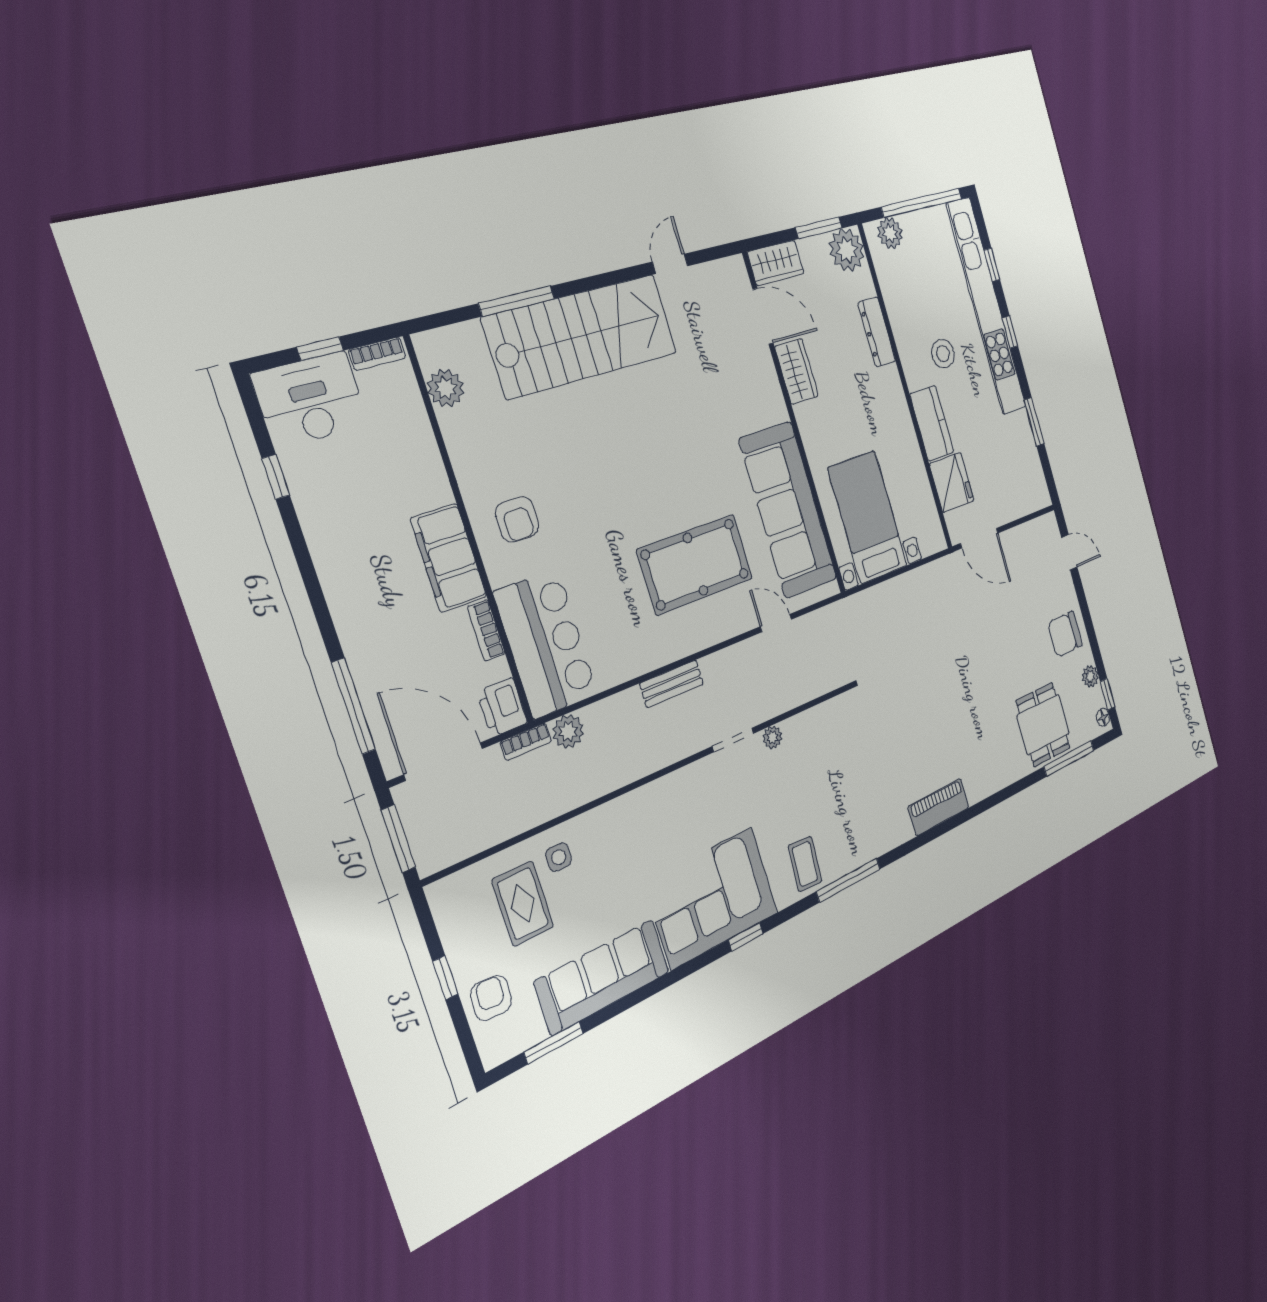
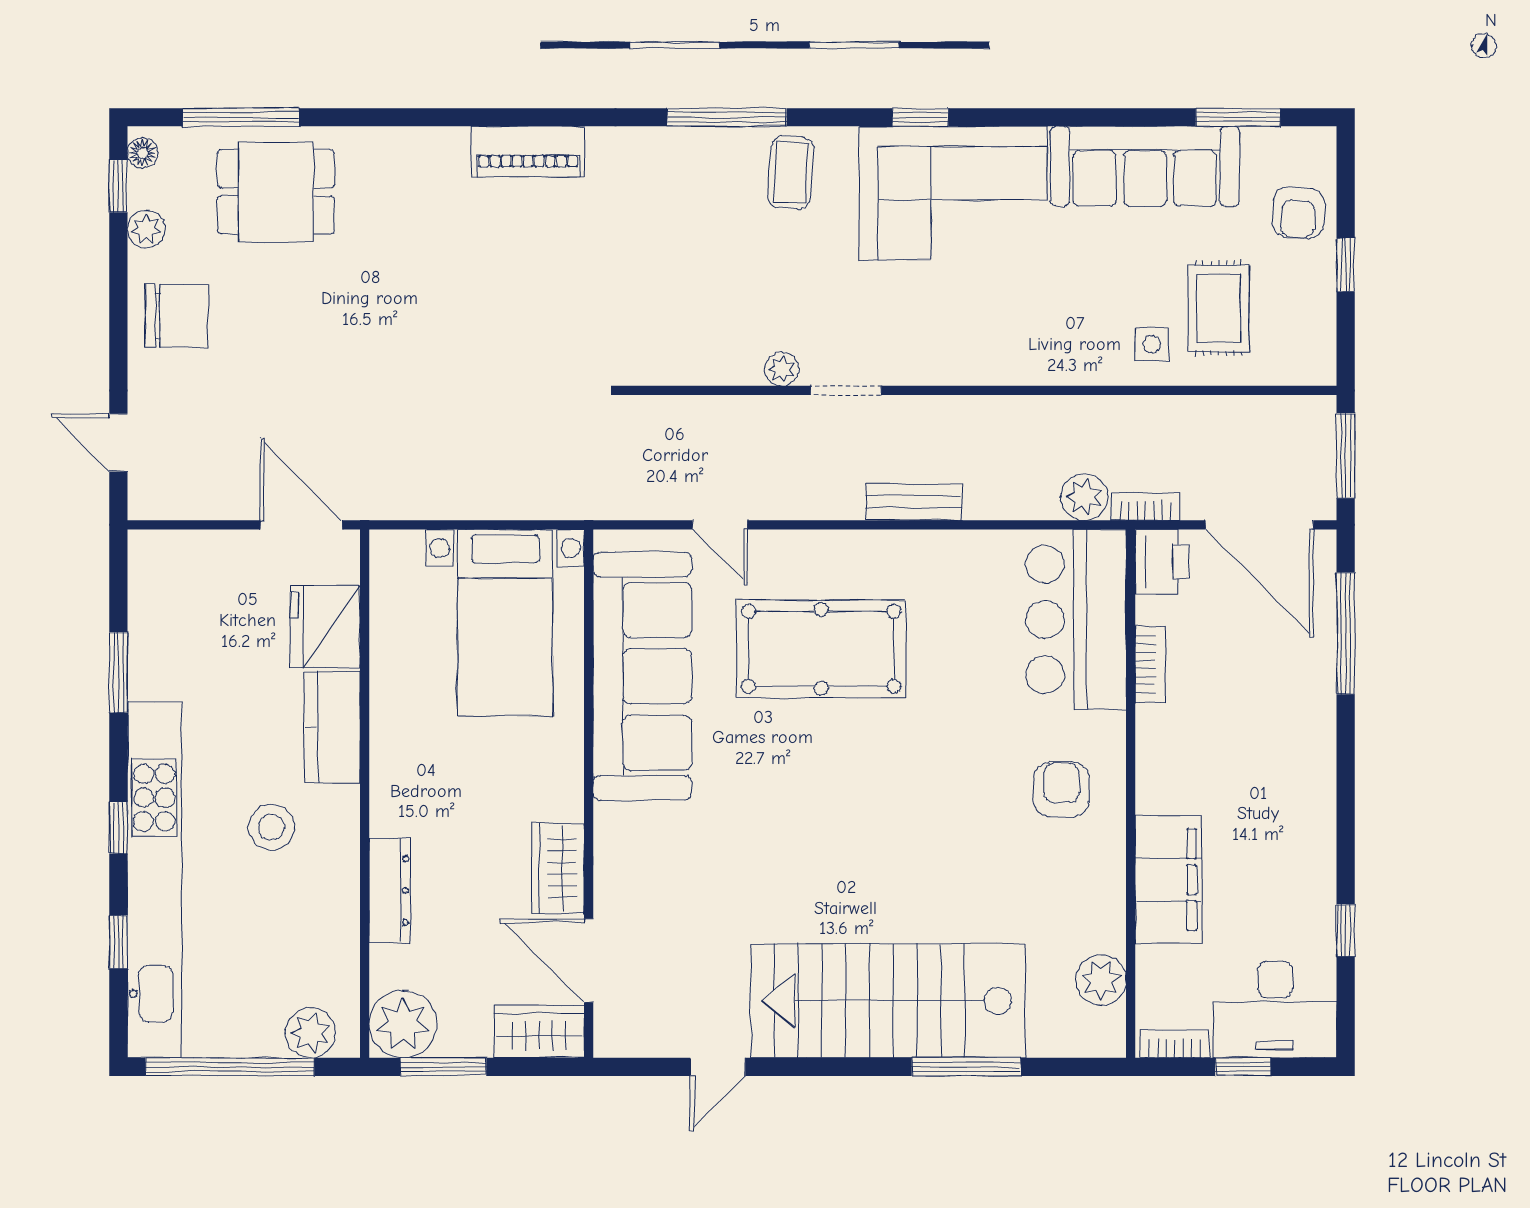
filing cabinet: (449, 558) -> (1168, 880), moved
dining table: (1043, 725) -> (276, 192), turned 90

